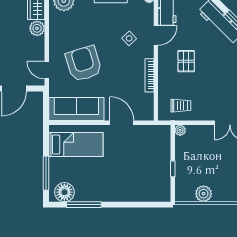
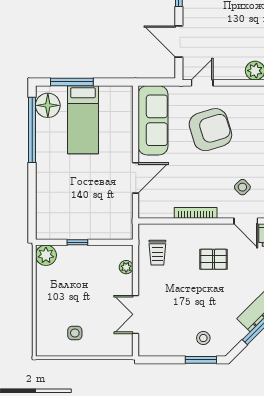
plant: (180, 130) -> (126, 267), moved
bed: (76, 144) -> (83, 120), moved
plant: (204, 194) -> (46, 255), moved
window: (84, 205) -> (32, 130), width x1.46

